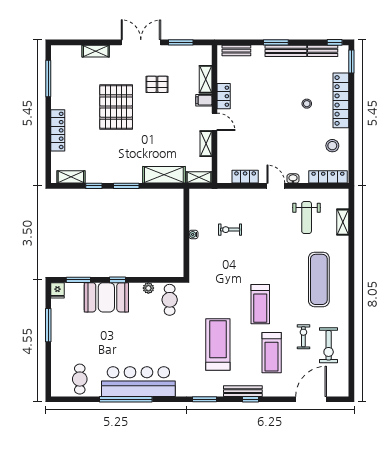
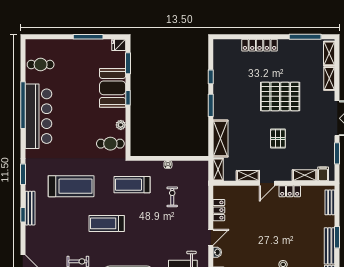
pallet: (157, 84) -> (278, 138), moved
filing cabinet: (204, 100) -> (323, 174), moved
shelving: (71, 177) -> (329, 53), moved
treadmill: (272, 353) -> (132, 185), moved

